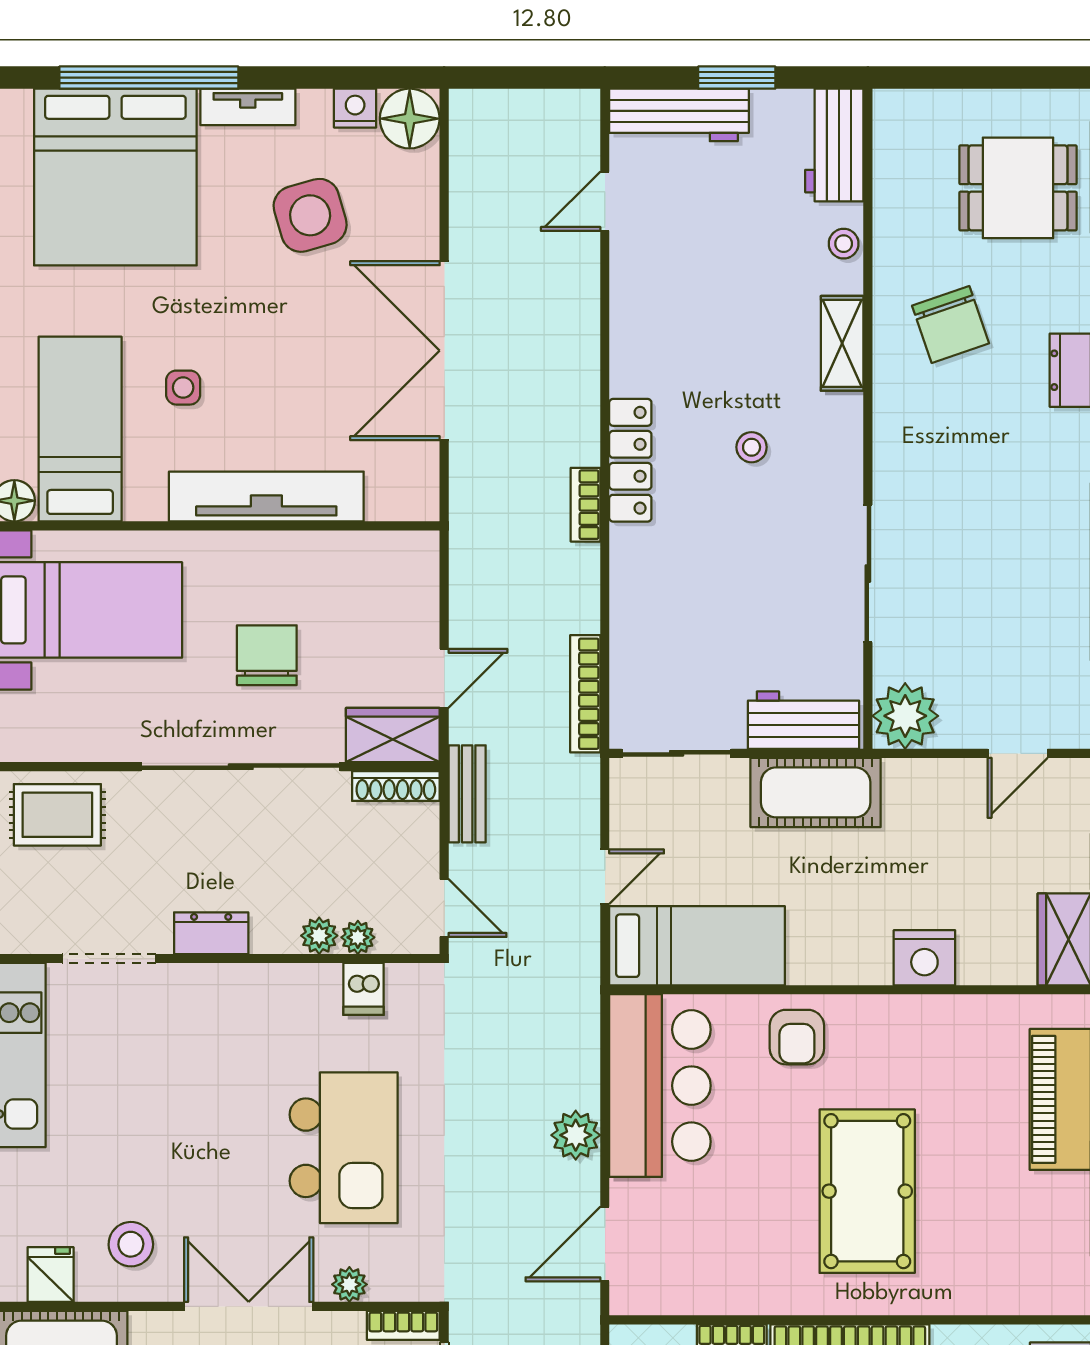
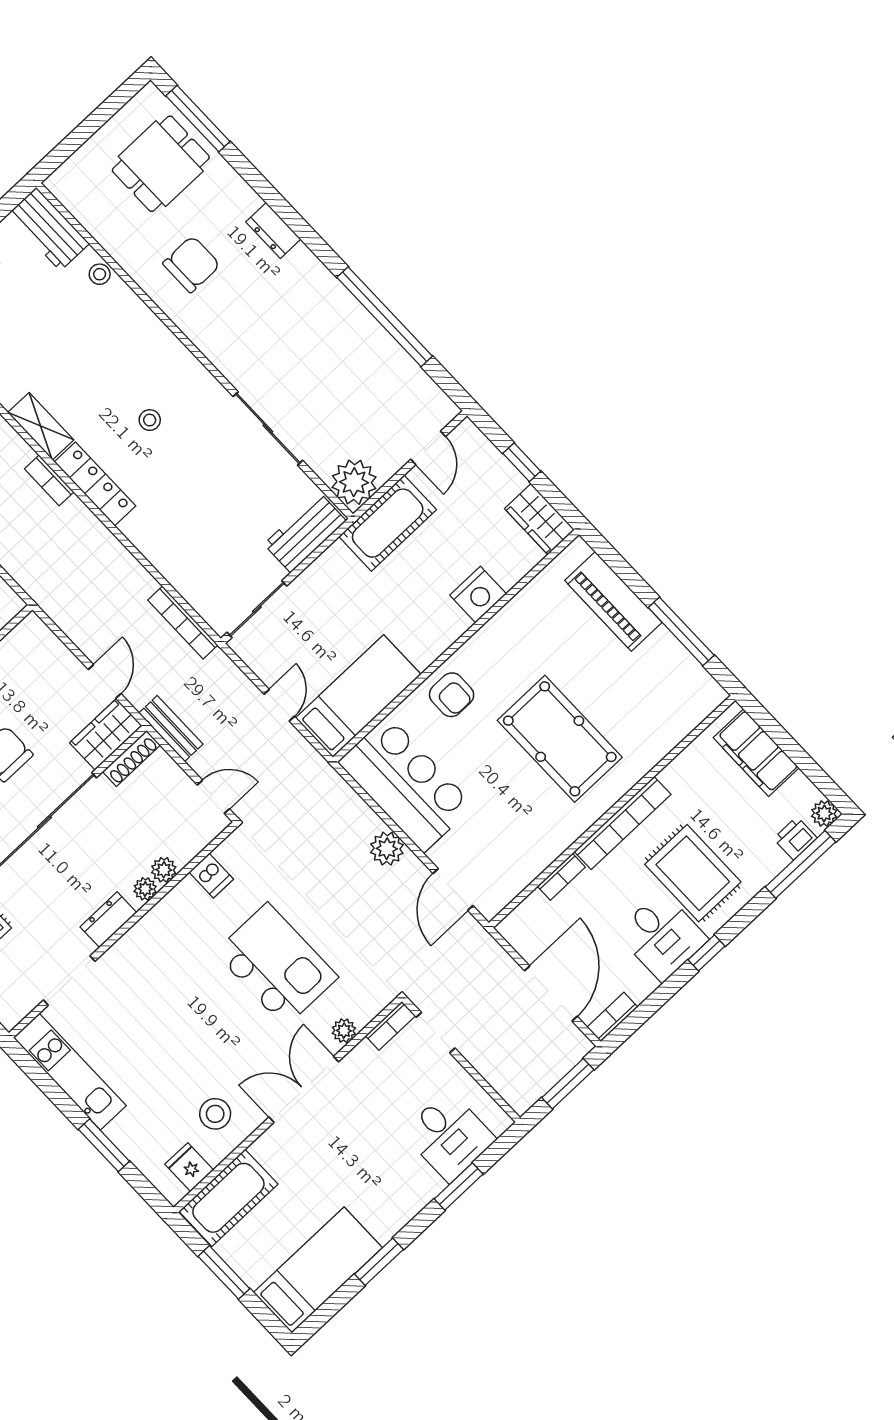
chair: (951, 325) -> (192, 264), turned -71
shelving: (842, 343) -> (41, 426), moved
bookcase: (585, 505) -> (49, 480), moved
cot: (816, 792) -> (388, 523), moved
plant: (358, 937) -> (145, 889), moved

